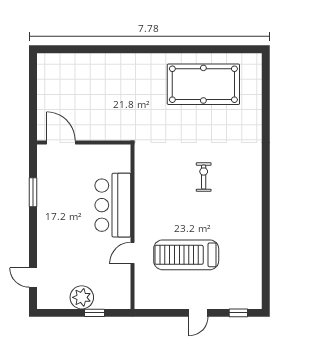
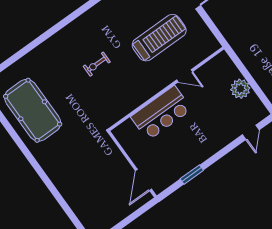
treadmill: (186, 255) -> (159, 38), turned -90
window: (94, 313) -> (245, 72), removed

